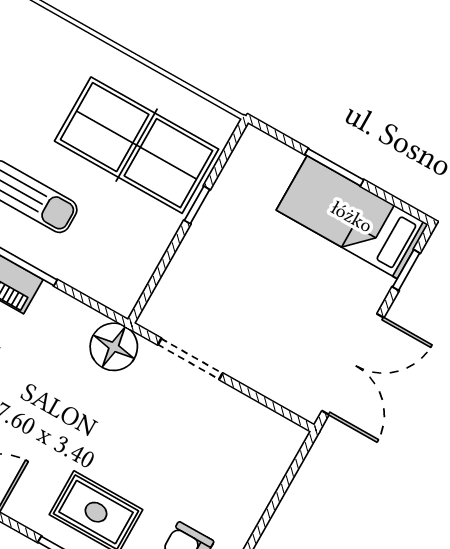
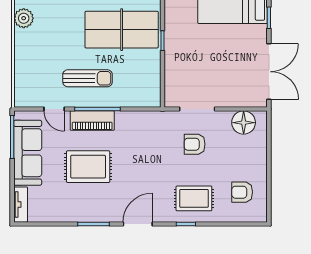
floor lamp: (114, 347) -> (244, 123), moved
armchair: (151, 418) -> (195, 144), added

